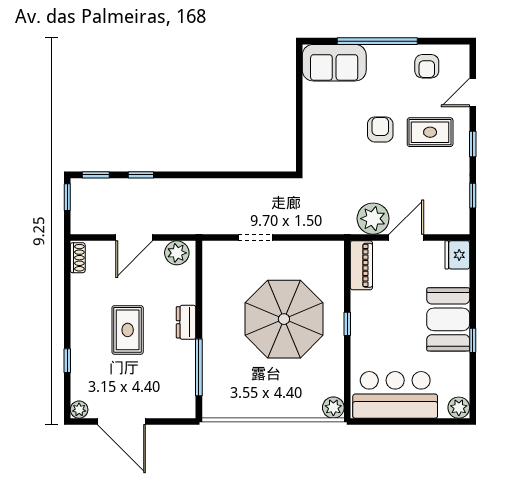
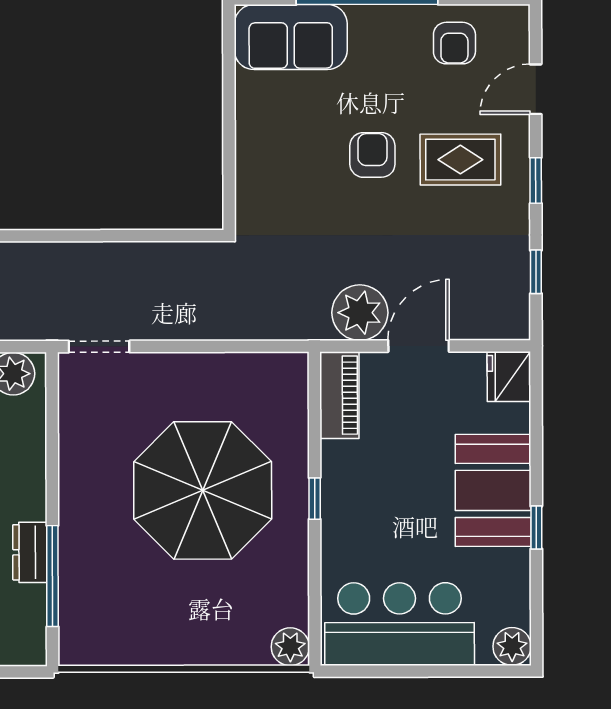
doorway: (255, 238) -> (99, 347), moved
dresser: (186, 322) -> (30, 552), moved

